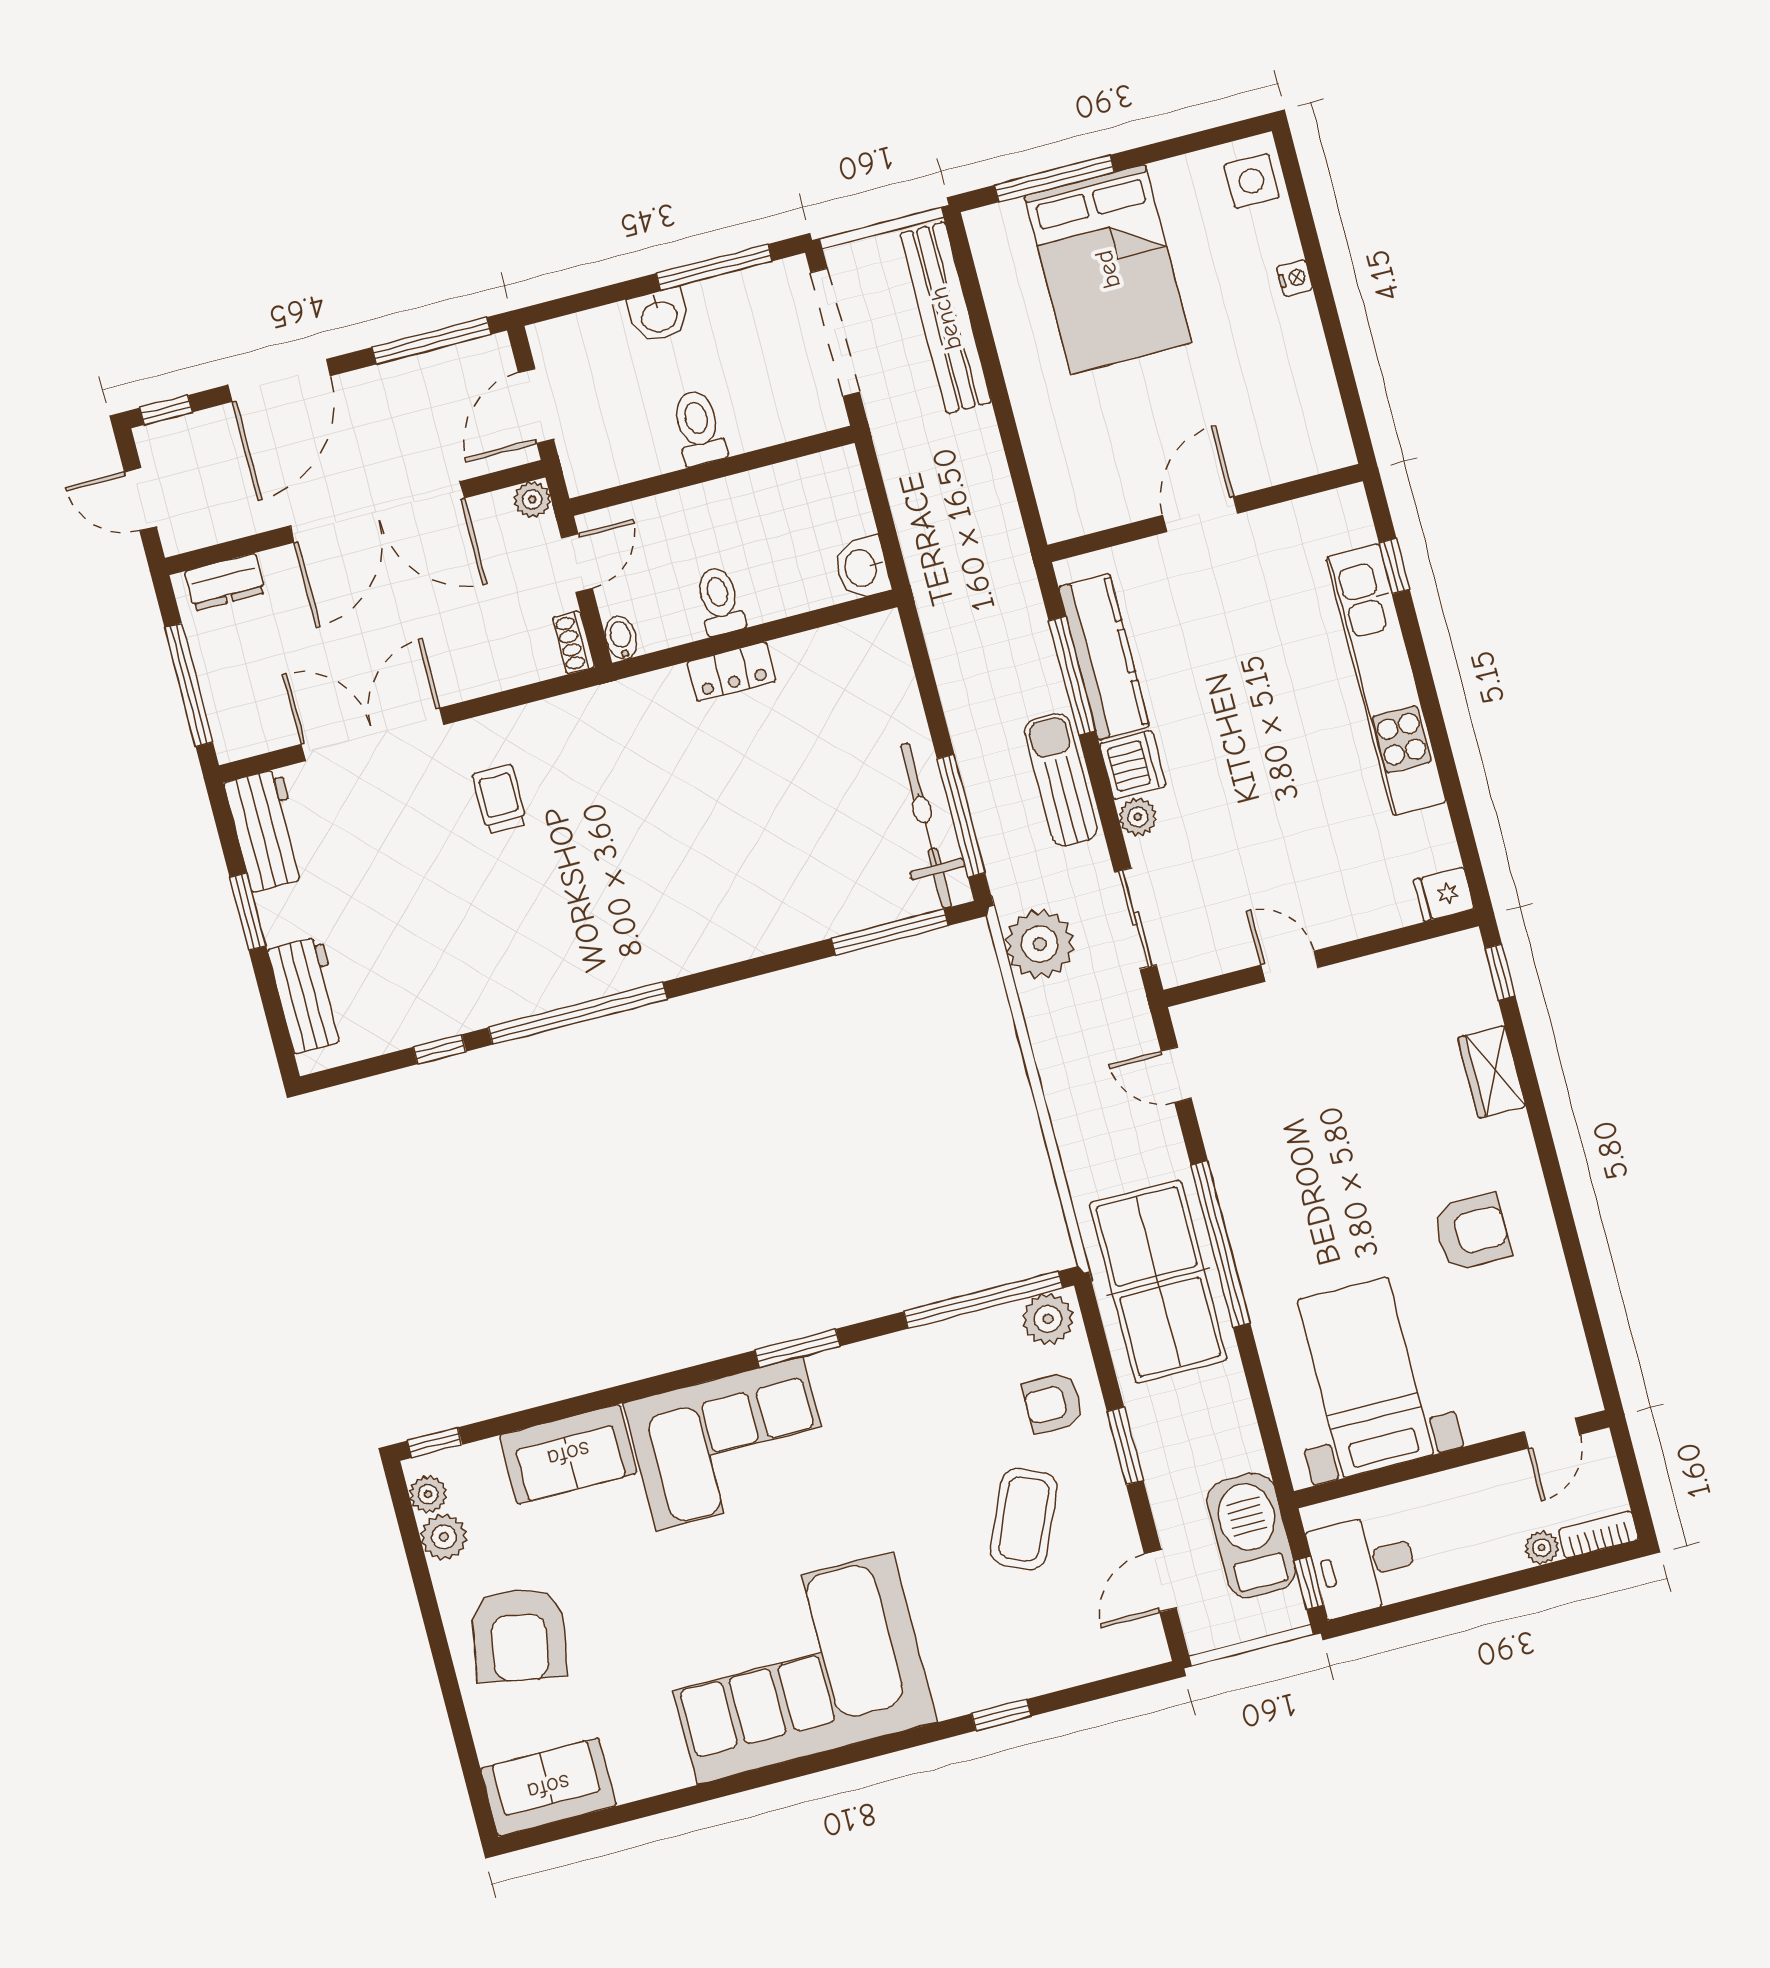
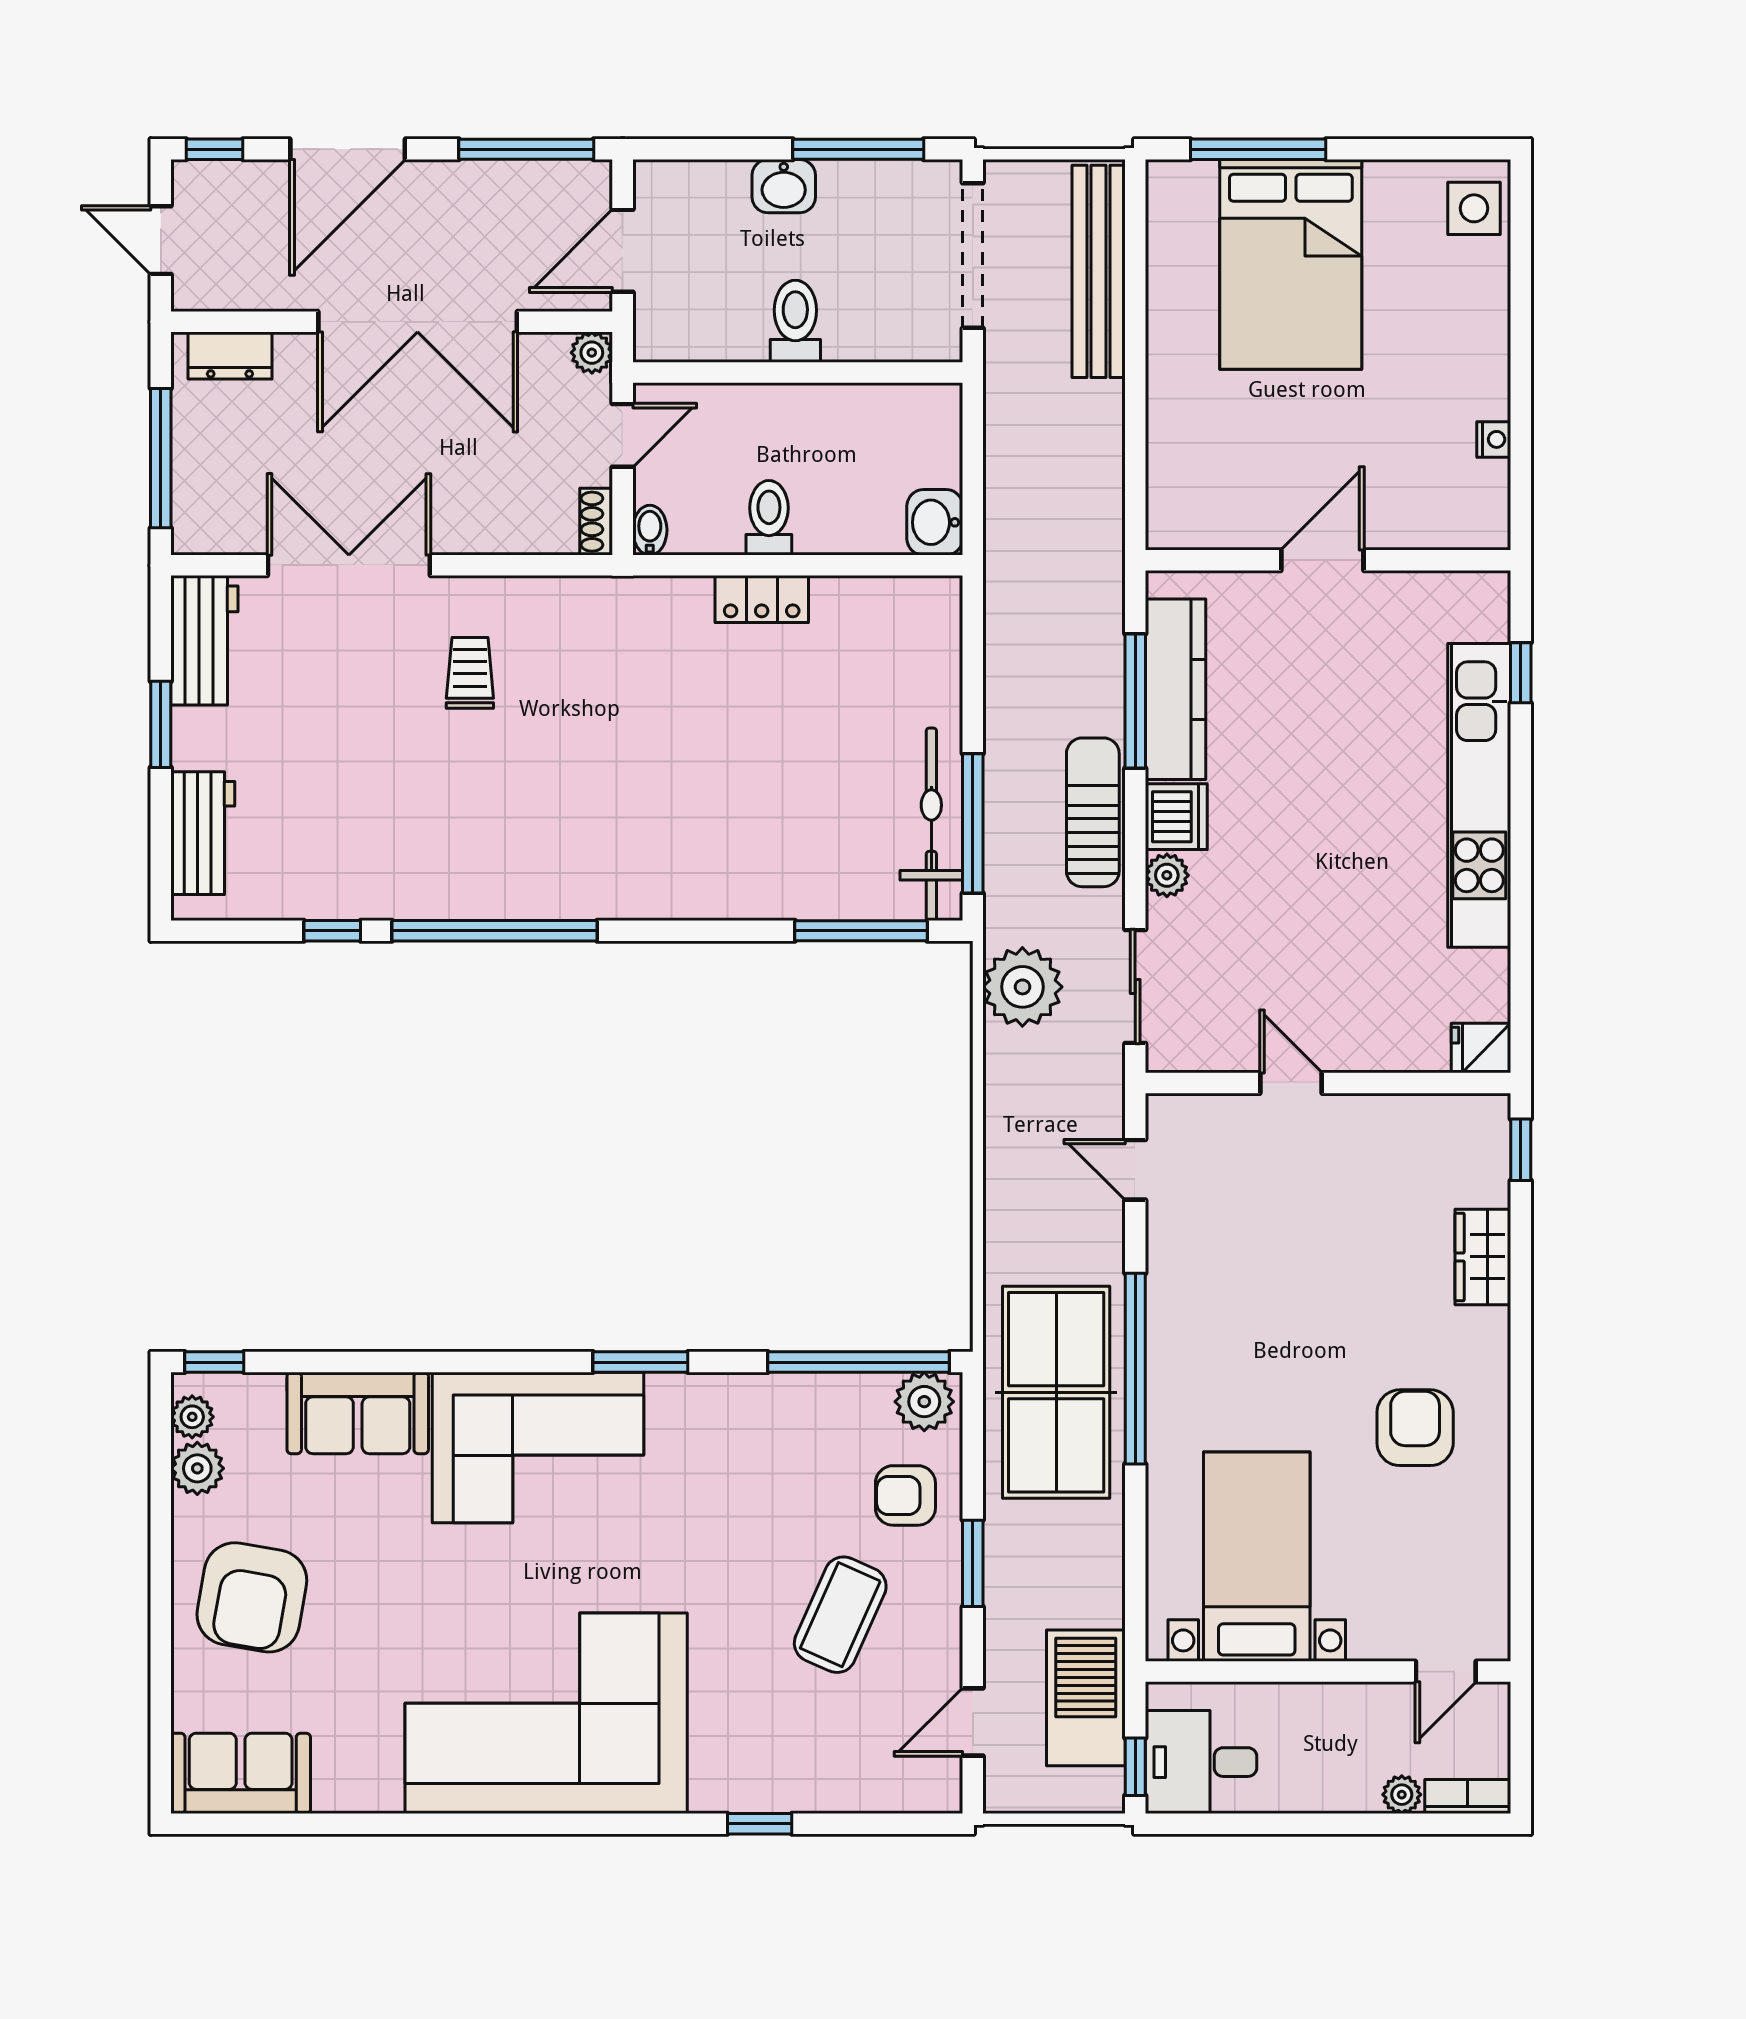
nightstand: (1295, 278) -> (1494, 439), moved
armchair: (1472, 1232) -> (1415, 1428), turned -90

